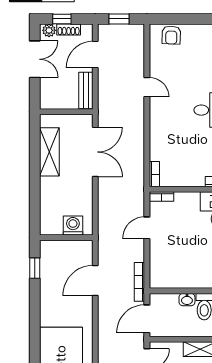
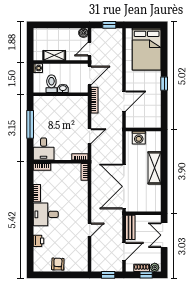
armchair: (171, 35) -> (58, 264), moved
double door: (35, 59) -> (164, 235), moved
door: (147, 87) -> (90, 230), swing flipped
shelving: (49, 152) -> (154, 168), moved
double door: (95, 152) -> (124, 186), width x1.36
window: (35, 268) -> (164, 84), moved

